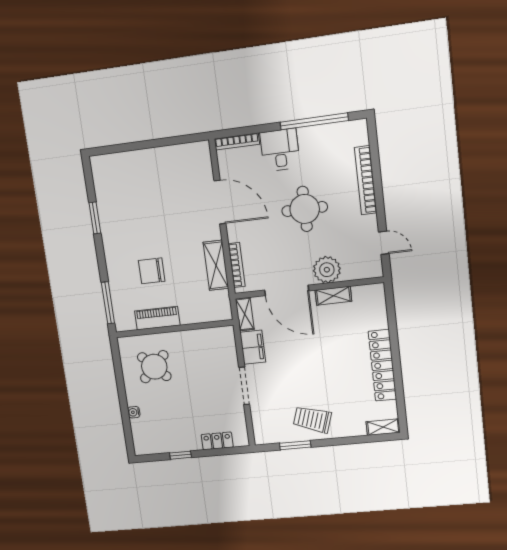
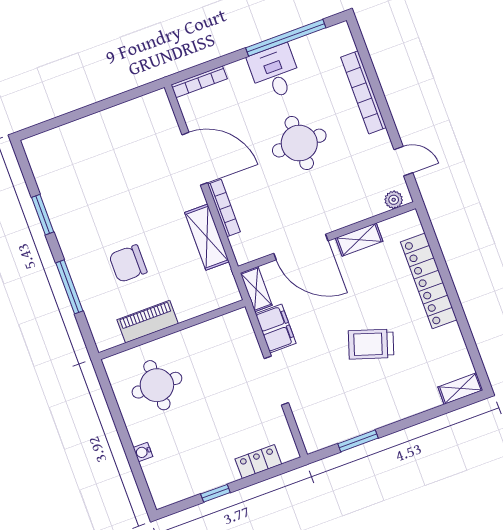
desk: (280, 150) -> (275, 72), moved
bookcase: (237, 265) -> (224, 208), moved
plant: (327, 270) -> (394, 200), moved, width x0.53, depth x0.53
window: (108, 303) -> (69, 287), moved
locker: (382, 365) -> (429, 281), moved
round table: (154, 367) -> (157, 385), turned 45
trolley: (312, 419) -> (371, 344), moved

